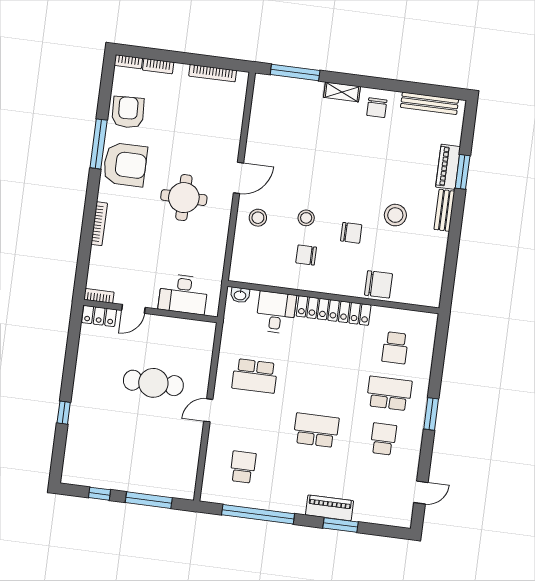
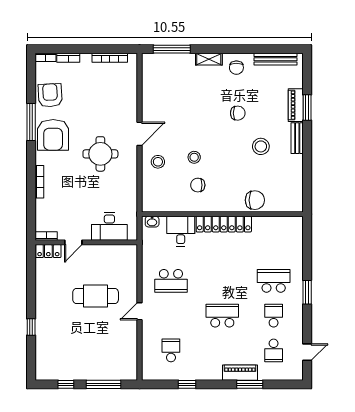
armchair: (125, 165) -> (53, 135), turned 90
chair: (351, 233) -> (238, 113), moved
school desk: (395, 348) -> (274, 350), moved
window: (258, 514) -> (187, 384), width x0.32

